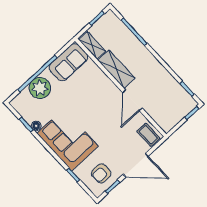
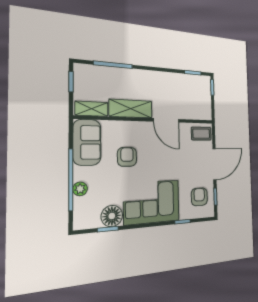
plant: (40, 88) -> (80, 189), width x0.53, depth x0.53
armchair: (82, 96) -> (127, 157), added
floor lamp: (36, 126) -> (112, 216), width x1.89, depth x1.89
armchair: (101, 173) -> (199, 197), turned 180

